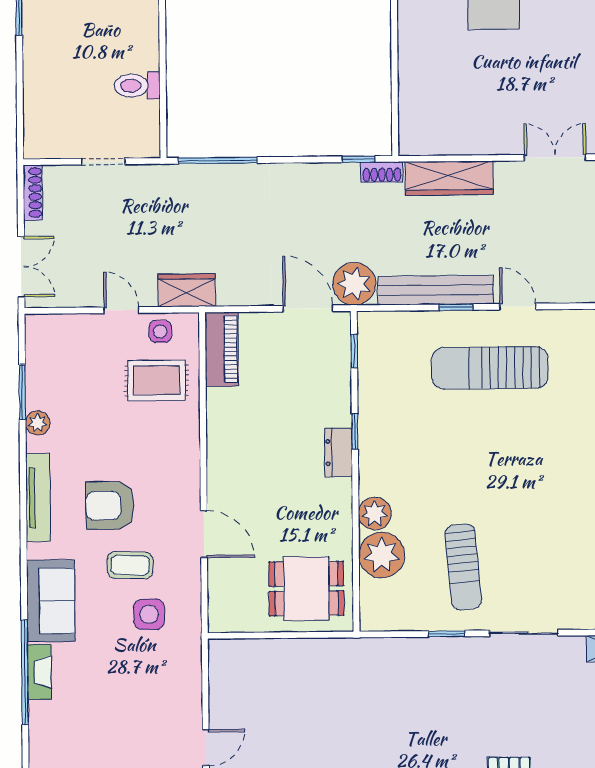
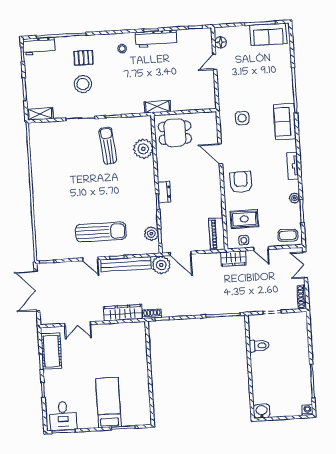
tv unit: (38, 498) -> (293, 166), width x0.71
armchair: (110, 505) -> (241, 182), moved, turned -90
plant: (375, 514) -> (151, 234), moved
coffee table: (130, 565) -> (288, 235), moved
shelving: (344, 651) -> (157, 107), added
fireplace: (39, 672) -> (288, 91), removed
stool: (514, 712) -> (83, 84), added

